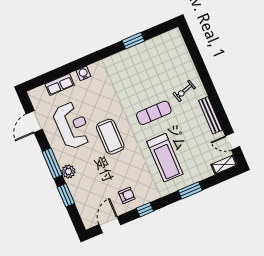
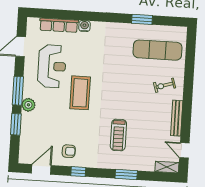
row of seats: (60, 84) -> (59, 25), width x1.48
exercise mat: (154, 113) -> (158, 50), moved, width x1.36, depth x1.45
treadmill: (165, 158) -> (118, 135), width x0.73, depth x0.73

